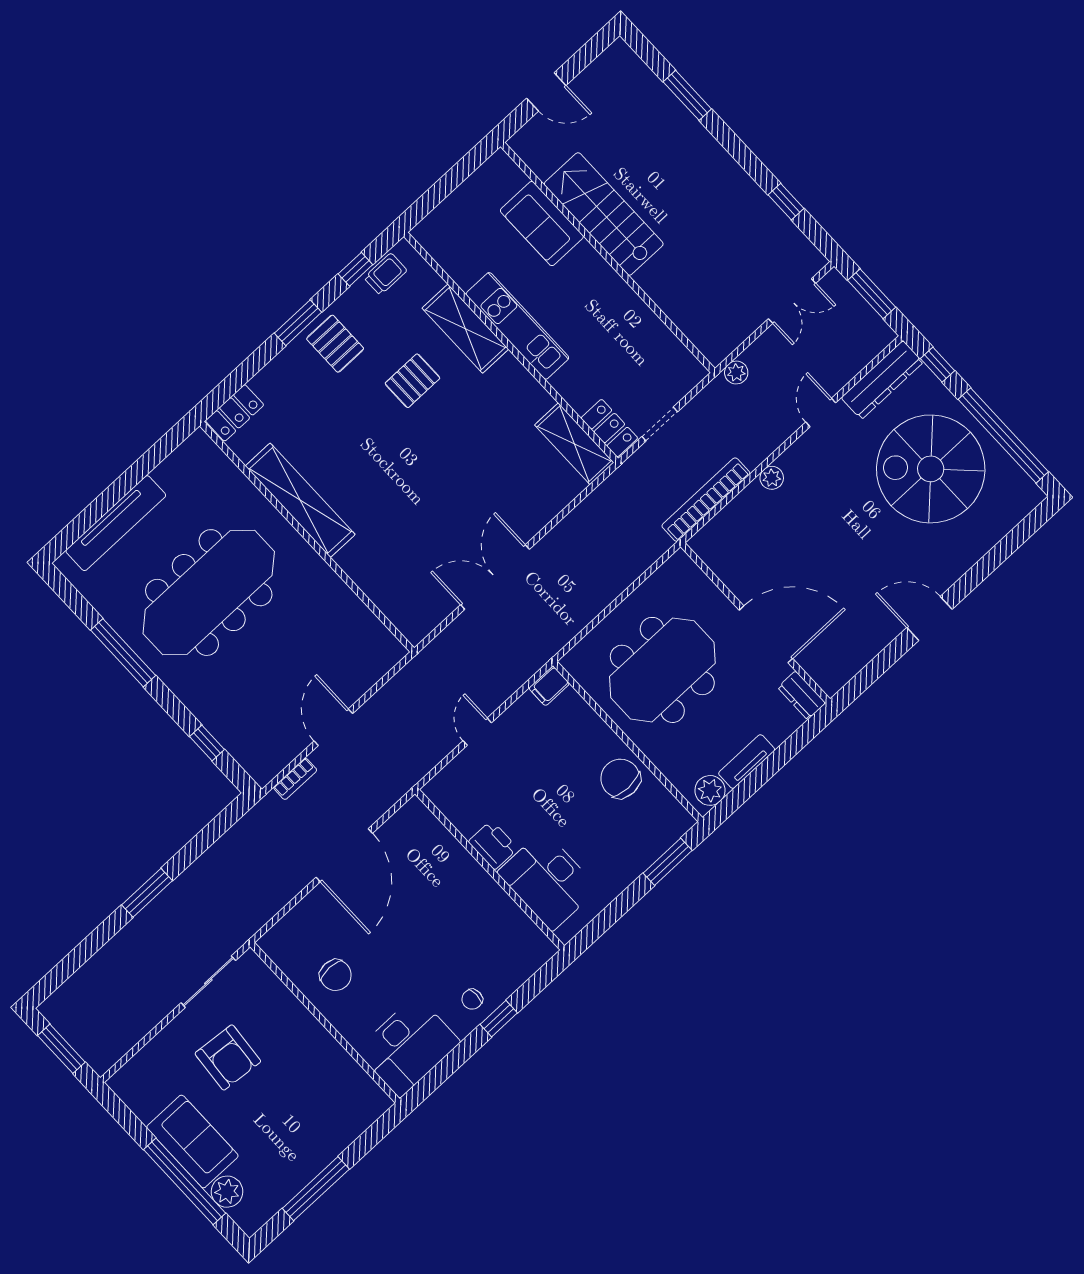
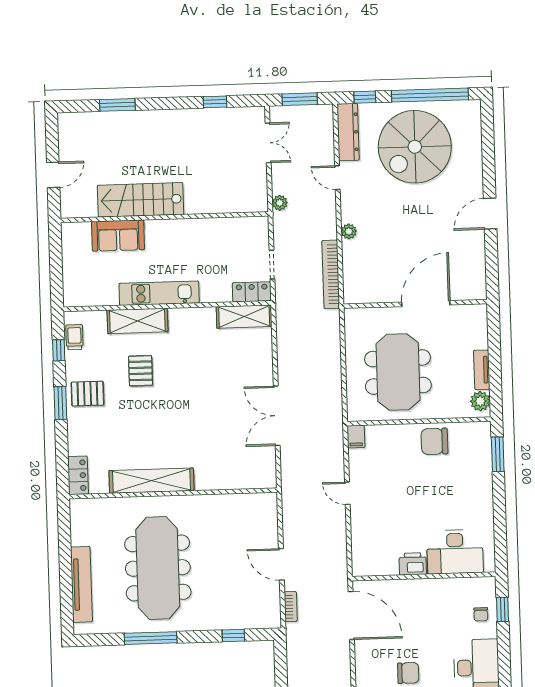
dresser: (802, 695) -> (472, 312), removed
printer: (493, 845) -> (413, 564), moved
wall: (490, 870) -> (424, 576), moved
desk: (548, 880) -> (455, 552), moved

